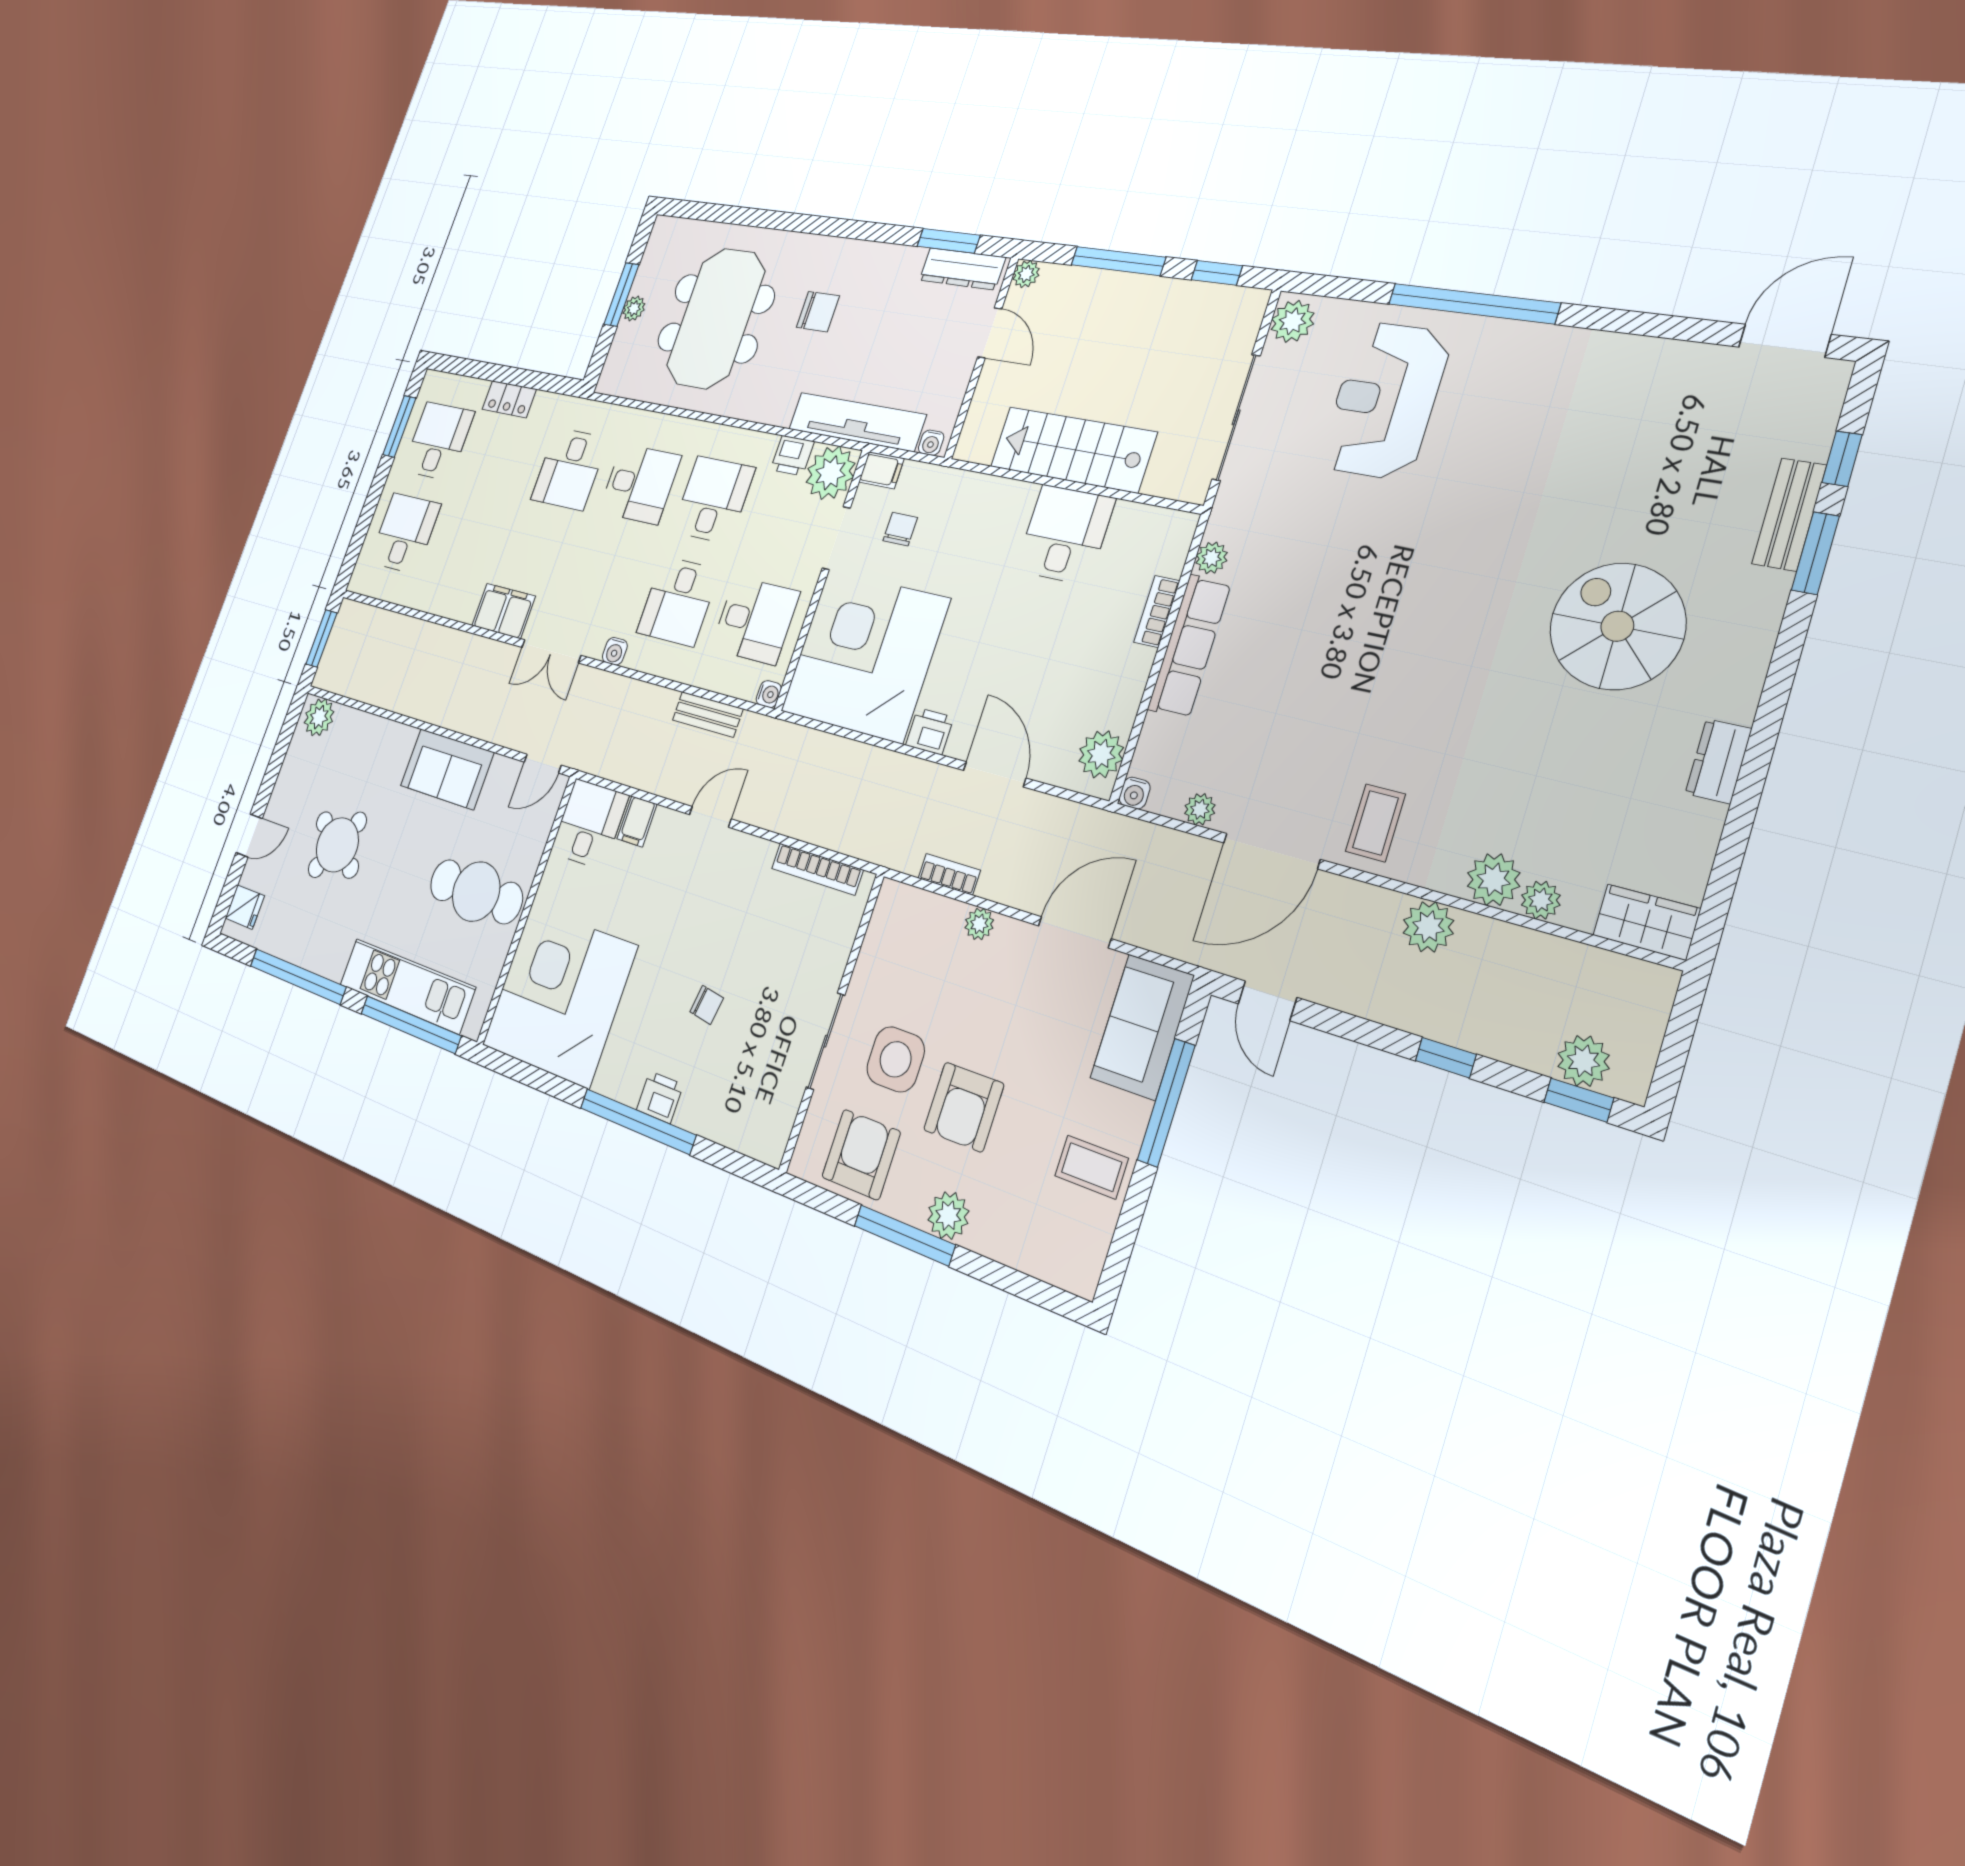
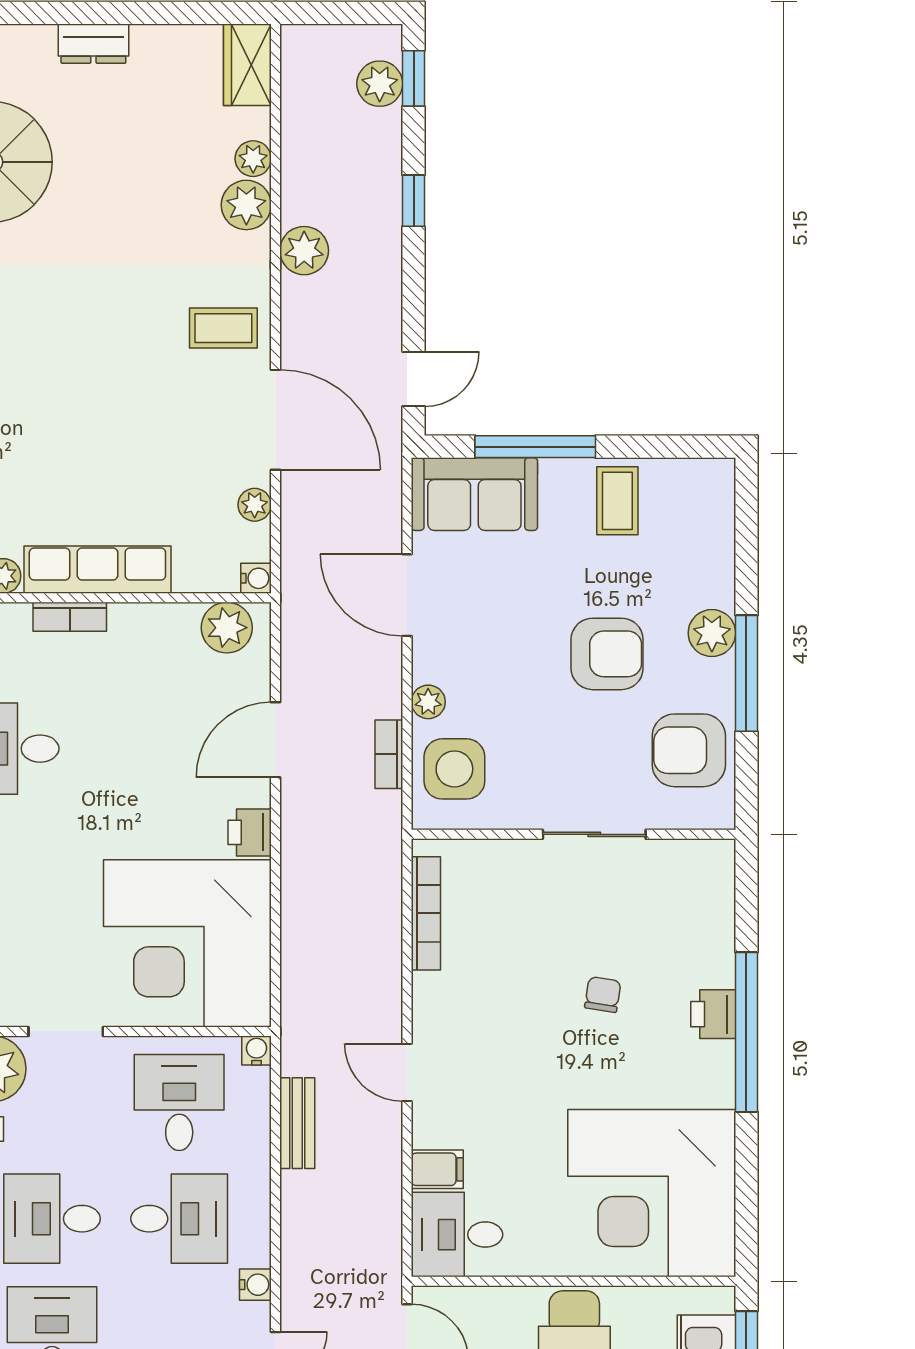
chair: (900, 529) -> (41, 952), removed
side table: (896, 1059) -> (454, 769), moved

